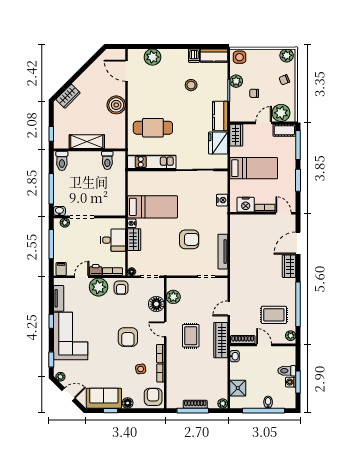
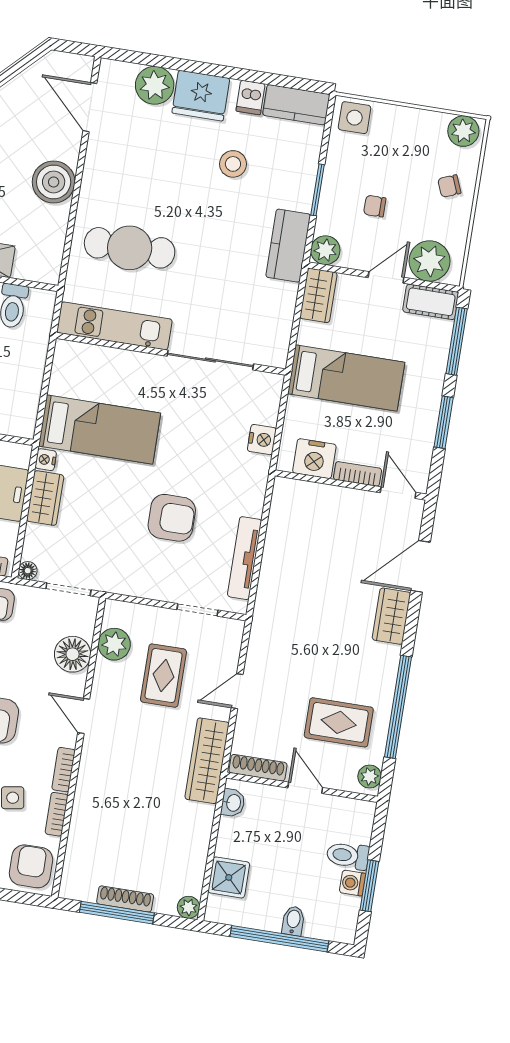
plant: (236, 81) -> (325, 250), moved
fridge: (218, 143) -> (201, 96), moved, turned -90
rug: (191, 336) -> (163, 676), moved

